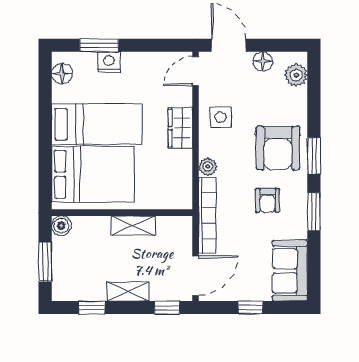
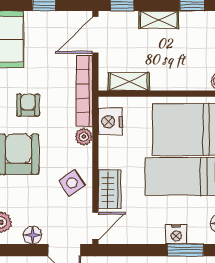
side table: (221, 117) -> (72, 183), turned -34
wardrobe: (180, 128) -> (110, 189), moved
nightstand: (179, 183) -> (110, 122), added
shelving: (133, 226) -> (129, 82), moved

